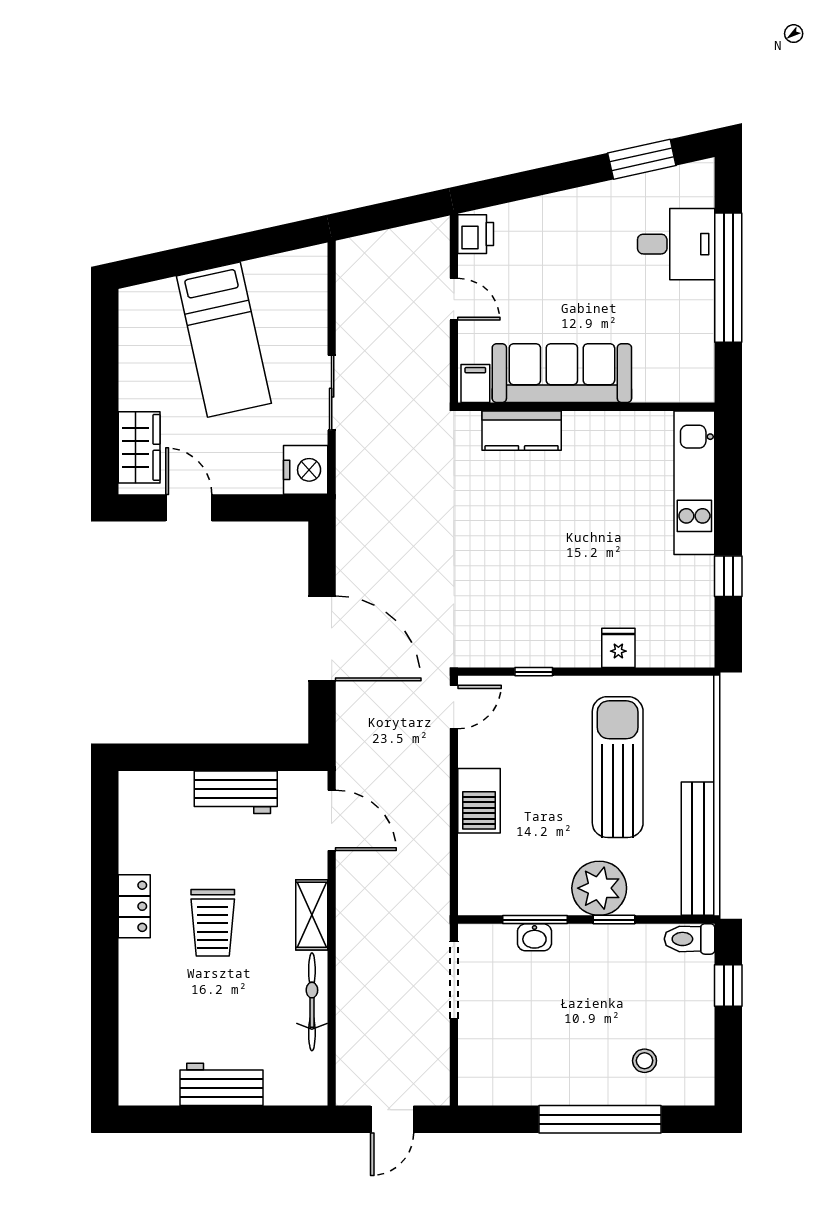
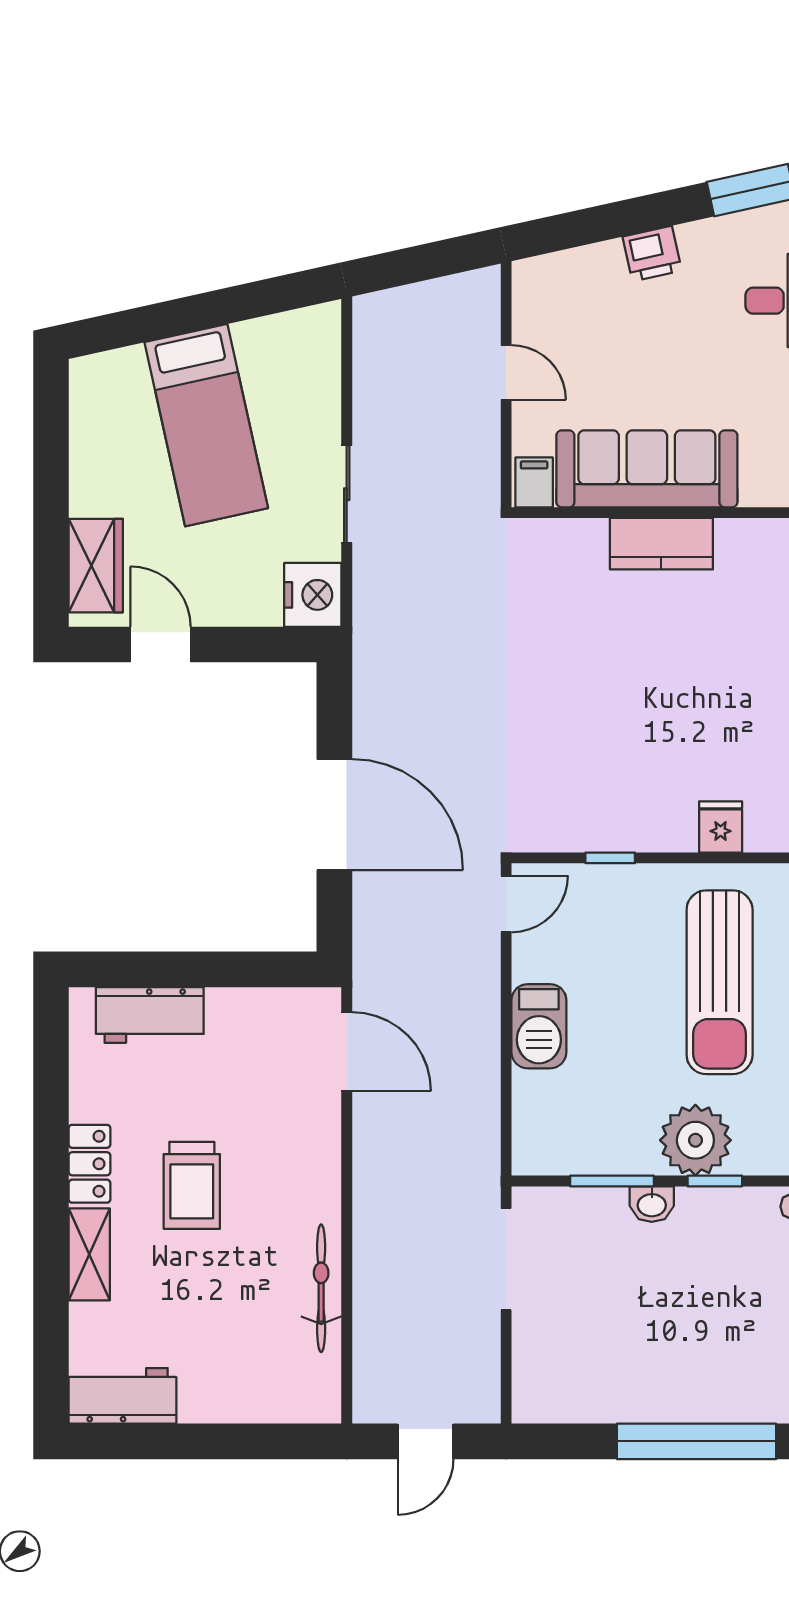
printer: (476, 234) -> (652, 254), moved, turned 78
kitchen counter: (522, 431) -> (661, 544), moved
sun lounger: (618, 767) -> (720, 982), turned 180
workbench: (236, 792) -> (150, 1015), moved
shelving: (312, 915) -> (89, 1254), moved
washbasin: (534, 937) -> (652, 1204), moved
stool: (645, 1061) -> (755, 1365), removed
workbench: (222, 1084) -> (123, 1396), moved

